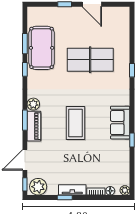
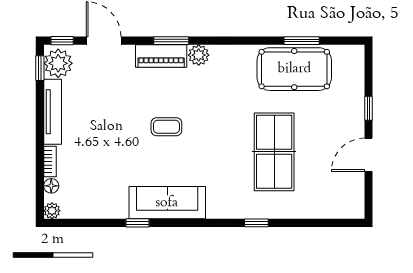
window: (25, 69) -> (258, 41), removed
coffee table: (75, 123) -> (166, 127), width x0.54, depth x0.58
sofa: (120, 123) -> (167, 203), width x1.36
tv unit: (72, 190) -> (53, 112), width x1.41
window: (65, 197) -> (40, 68), moved

